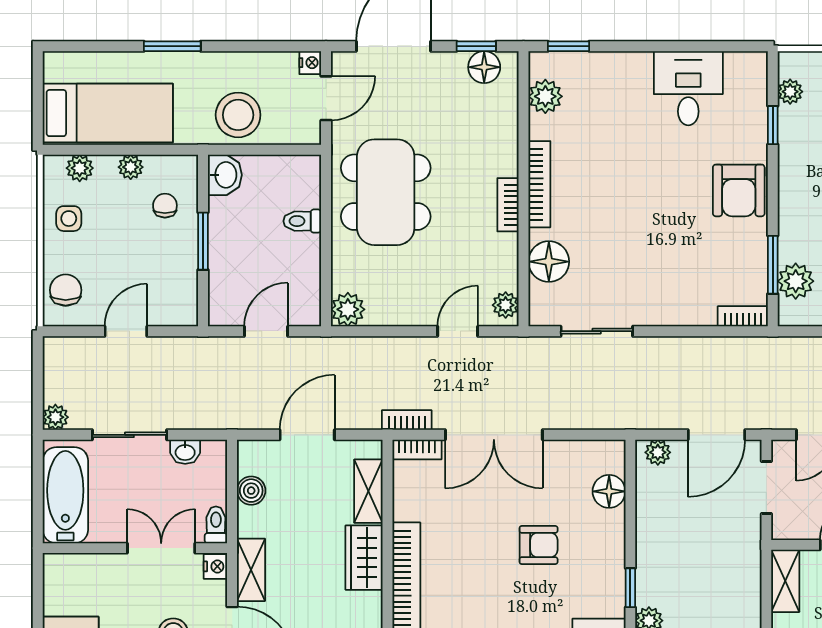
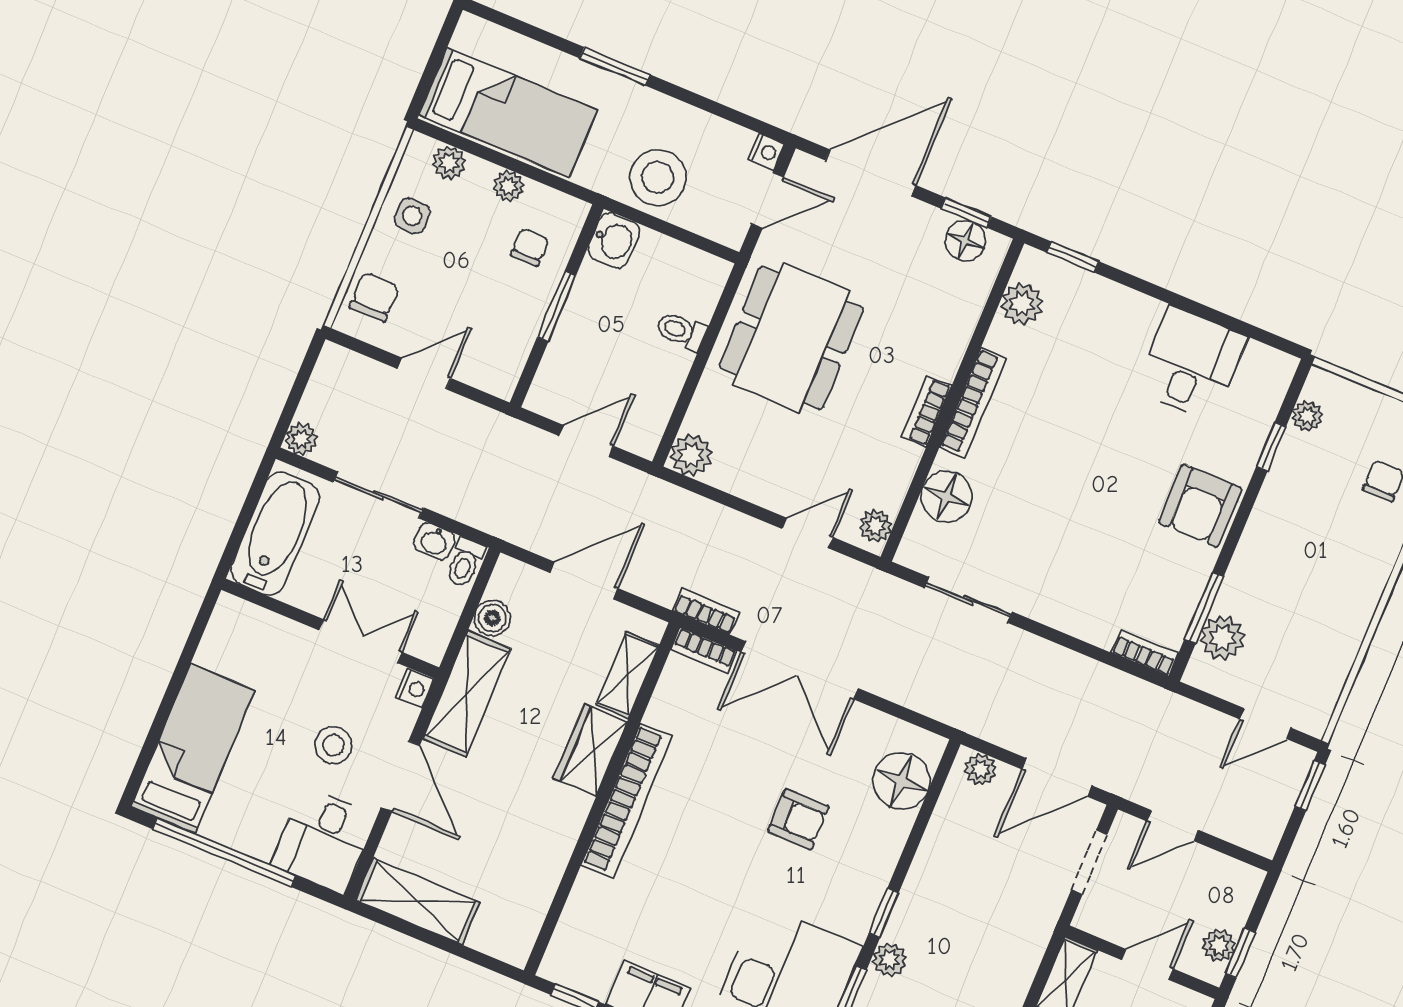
floor lamp: (609, 491) -> (901, 781), width x1.38, depth x1.38
toilet: (216, 525) -> (465, 563), moved, turned 180
shelving: (251, 570) -> (467, 694), width x1.50, depth x1.33

